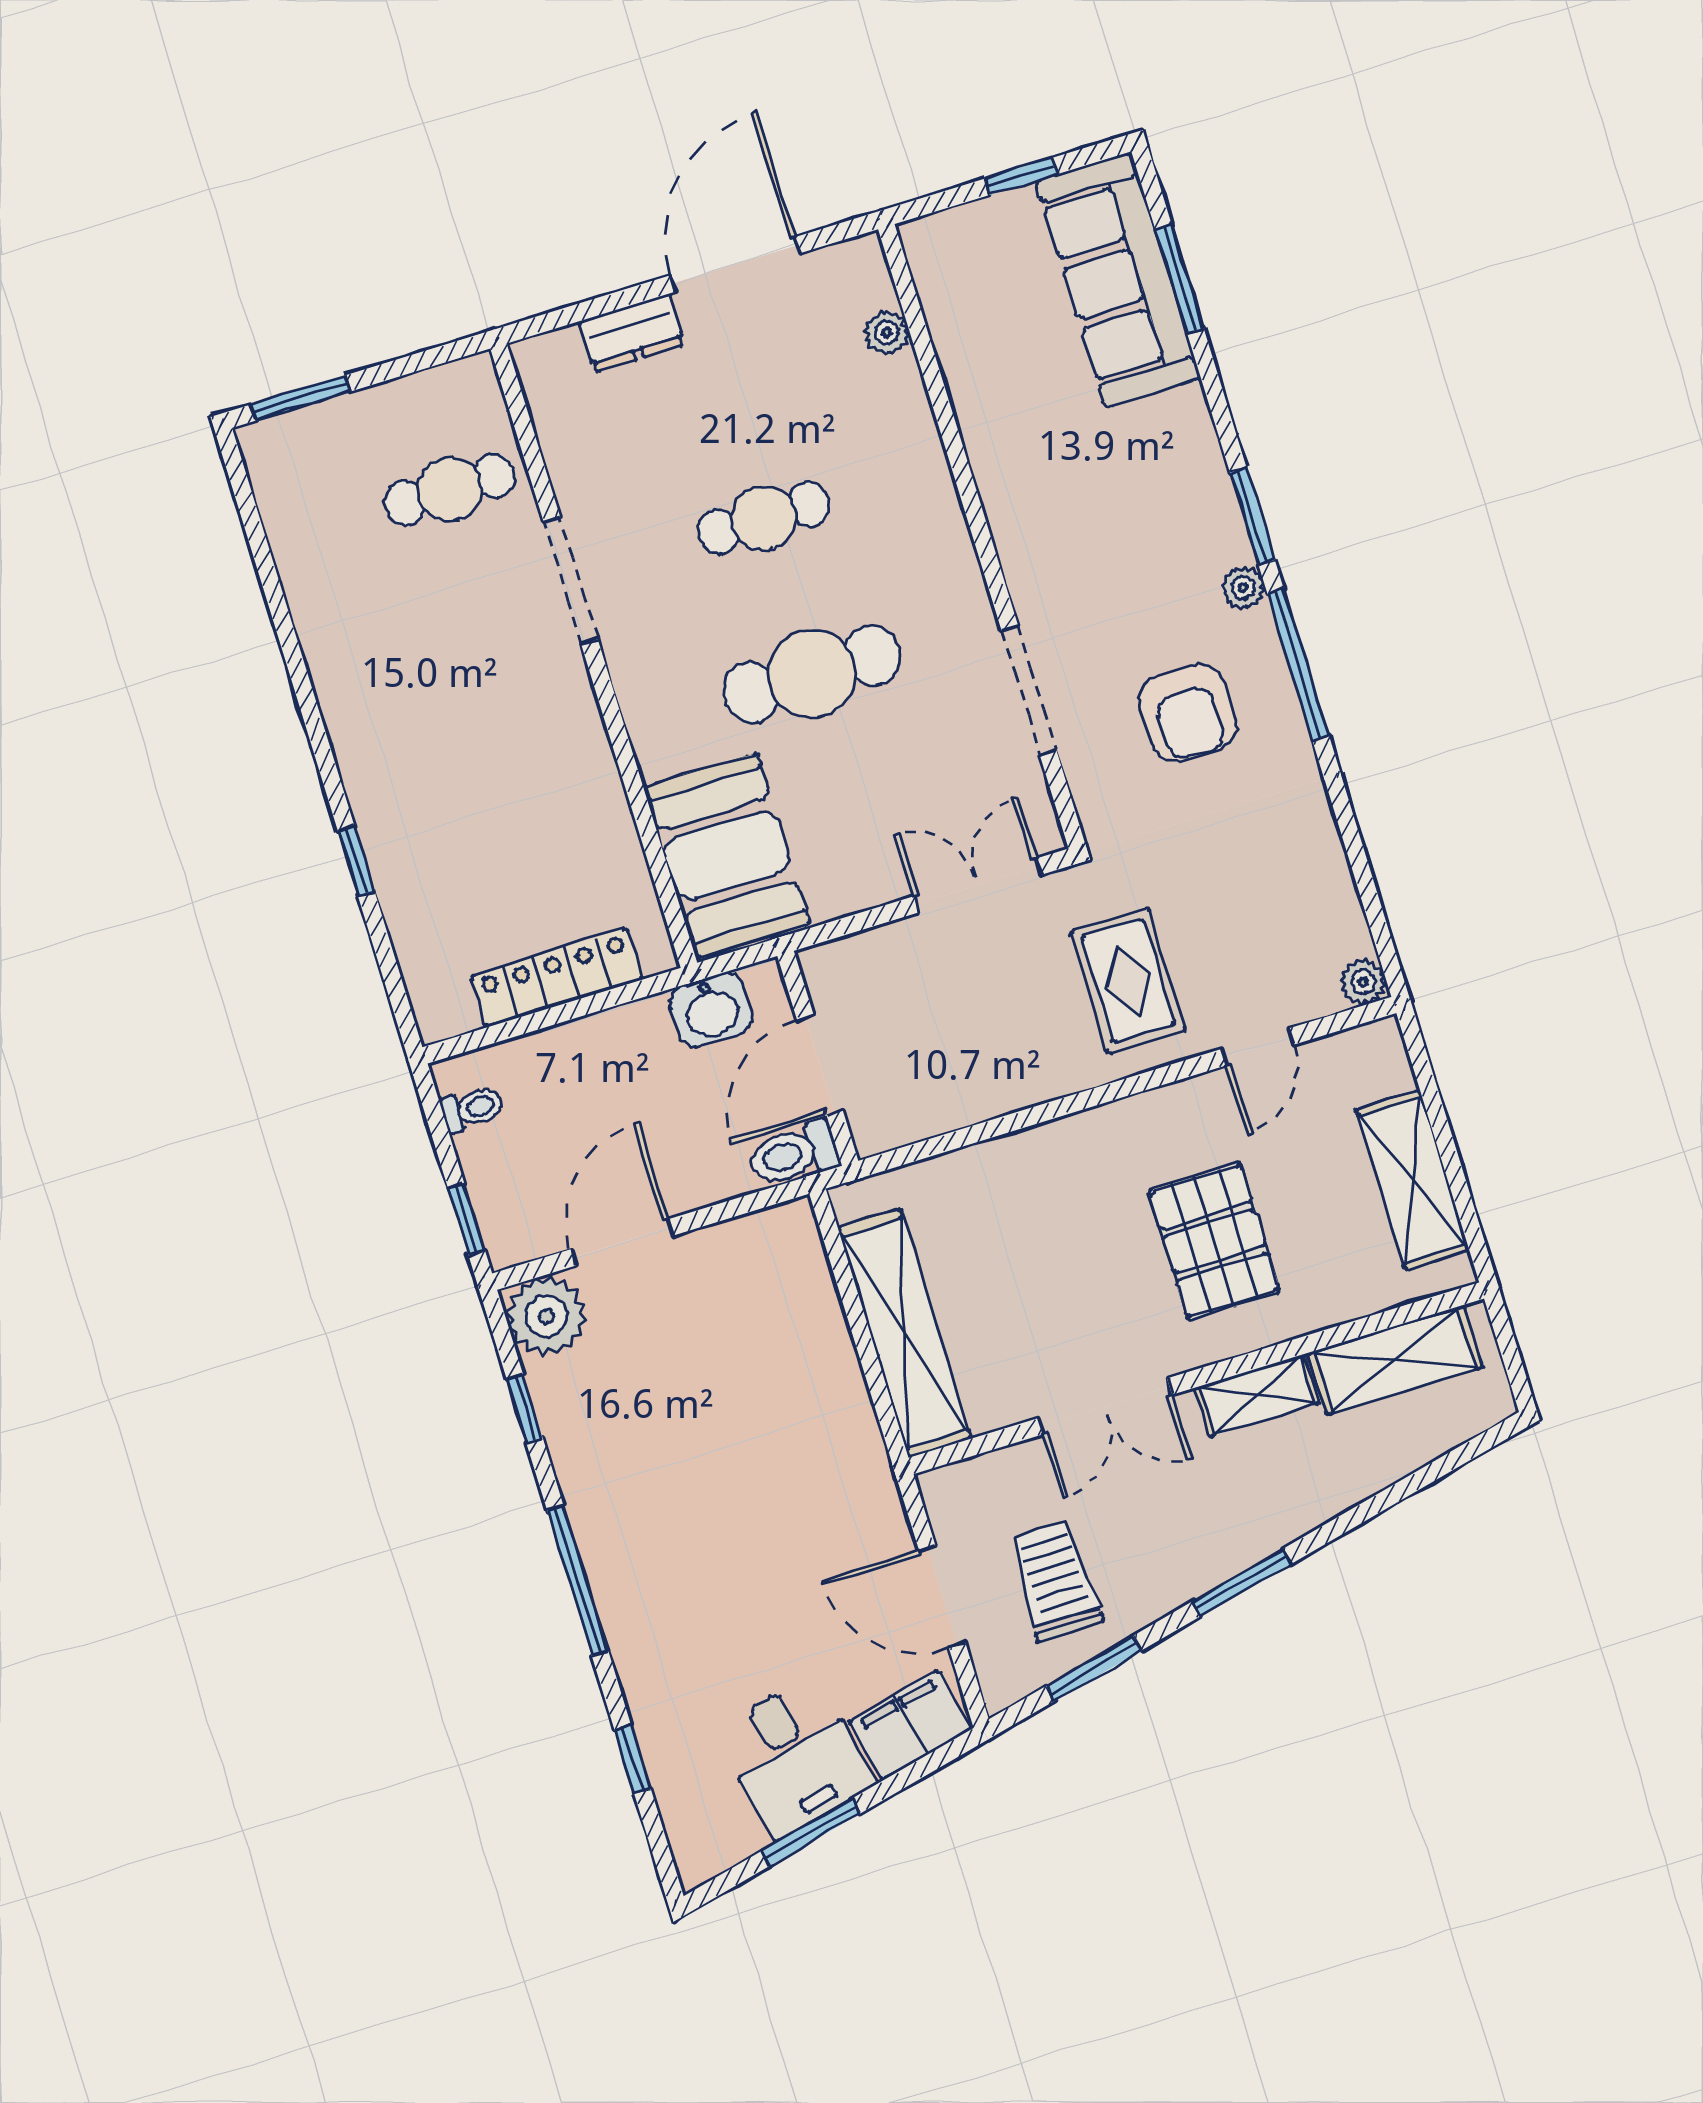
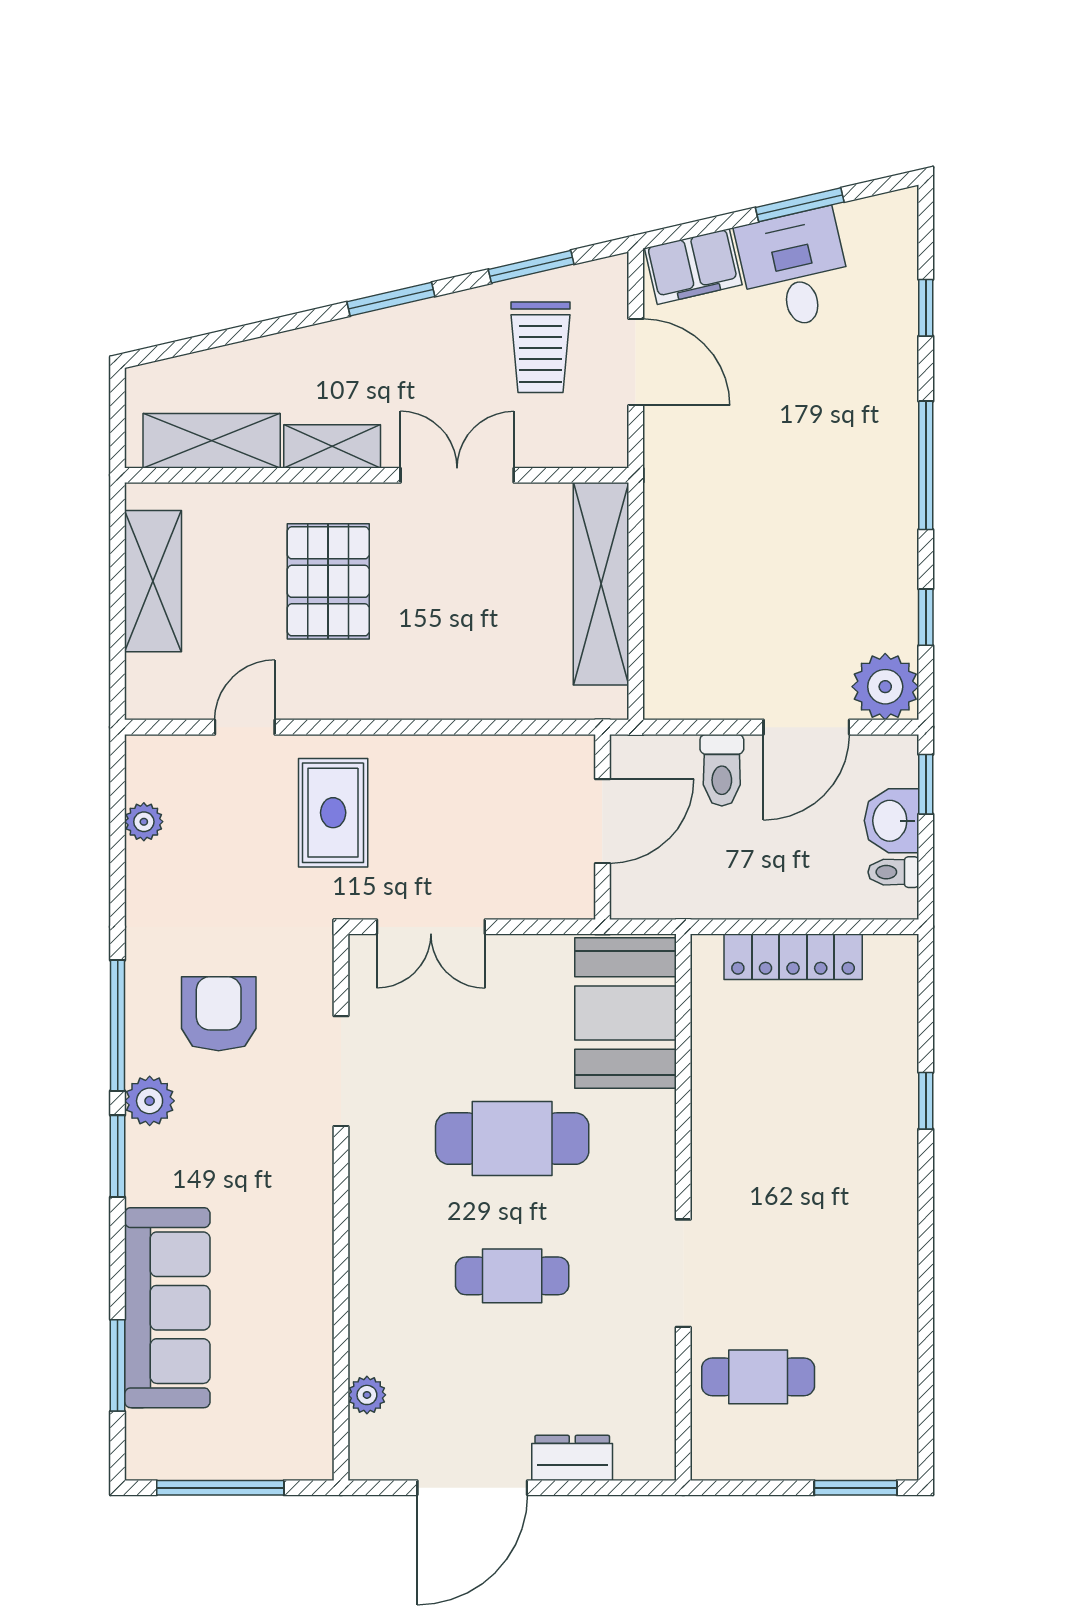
window: (1021, 176) -> (220, 1488), width x2.17
sofa: (1118, 280) -> (167, 1308), moved
plant: (1243, 588) -> (150, 1101), width x1.38, depth x1.38
plant: (1363, 982) -> (144, 822), moved
washbasin: (711, 1010) -> (891, 821), moved, turned -90
toilet: (794, 1154) -> (722, 770), moved, turned 90

